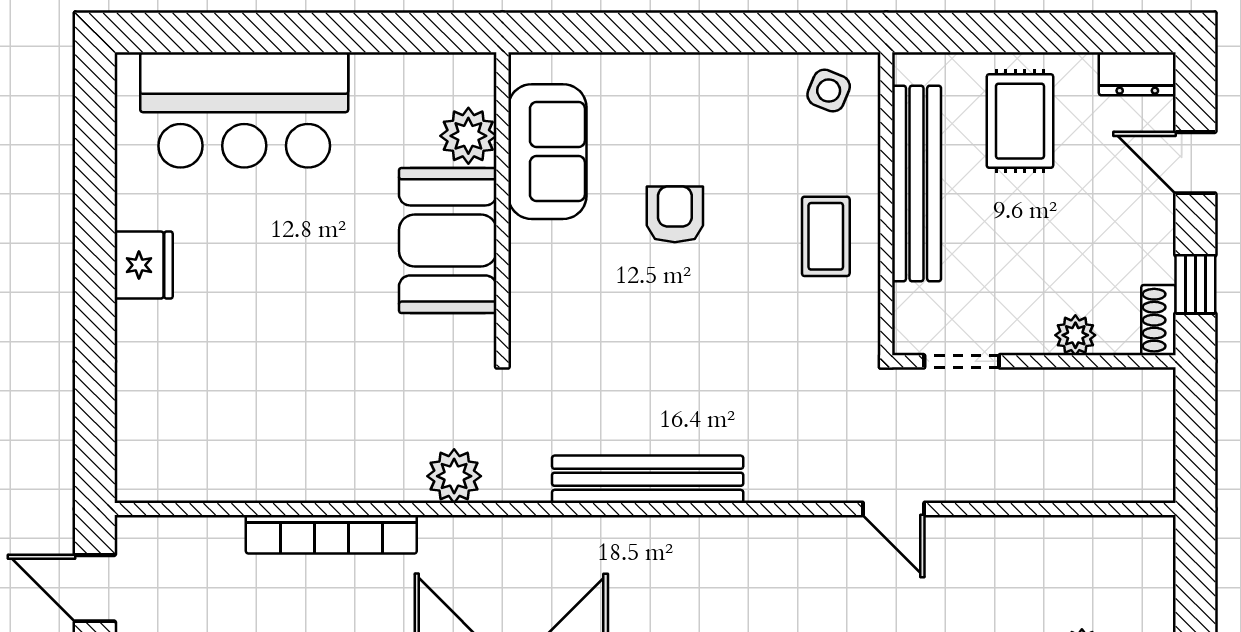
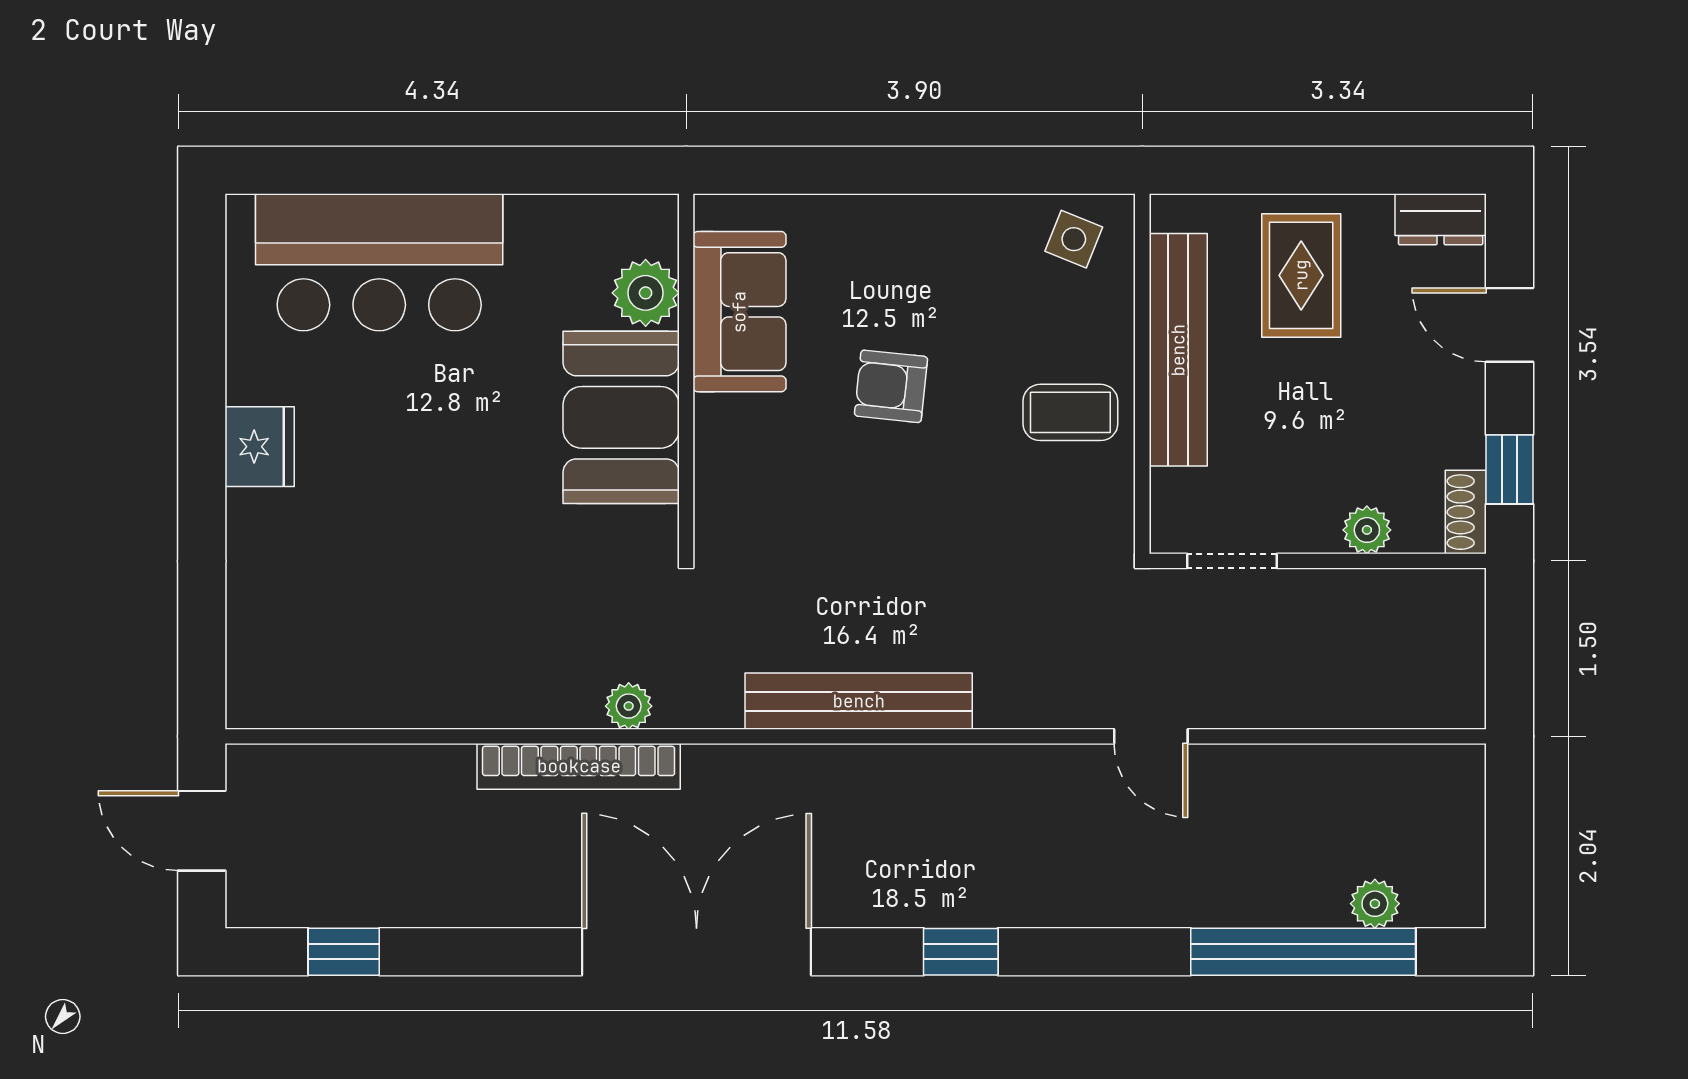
armchair: (675, 214) -> (891, 386), turned -84
coffee table: (826, 236) -> (1070, 412), turned 90
plant: (454, 476) -> (629, 706), width x0.73, depth x0.73
bookcase: (331, 534) -> (579, 766), moved

